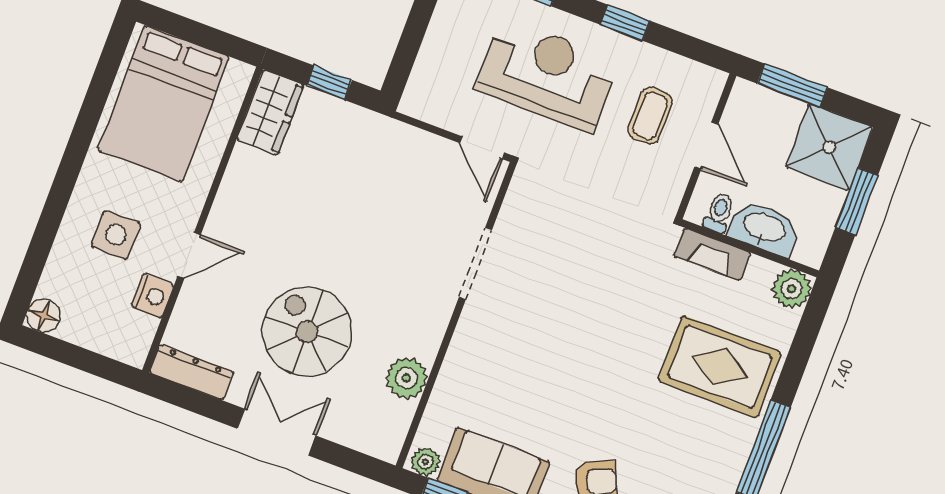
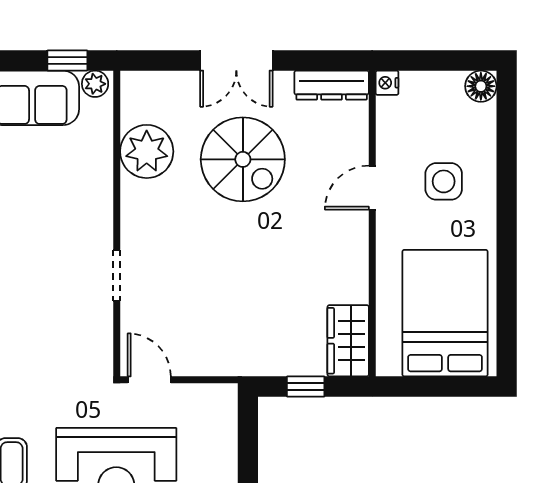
doorway: (475, 264) -> (117, 275), width x0.73
nightstand: (153, 296) -> (387, 83), moved, width x0.72, depth x0.74
plant: (407, 378) -> (147, 151), width x1.36, depth x1.36

